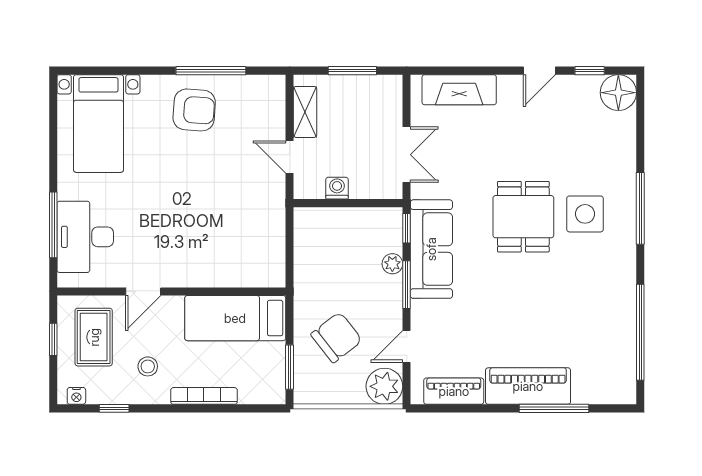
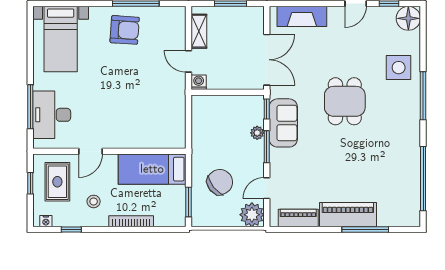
double door: (407, 155) -> (267, 60), width x1.37
washing machine: (337, 188) -> (199, 82), moved
side table: (585, 214) -> (399, 68), moved
sofa: (431, 249) -> (283, 123), width x0.73

